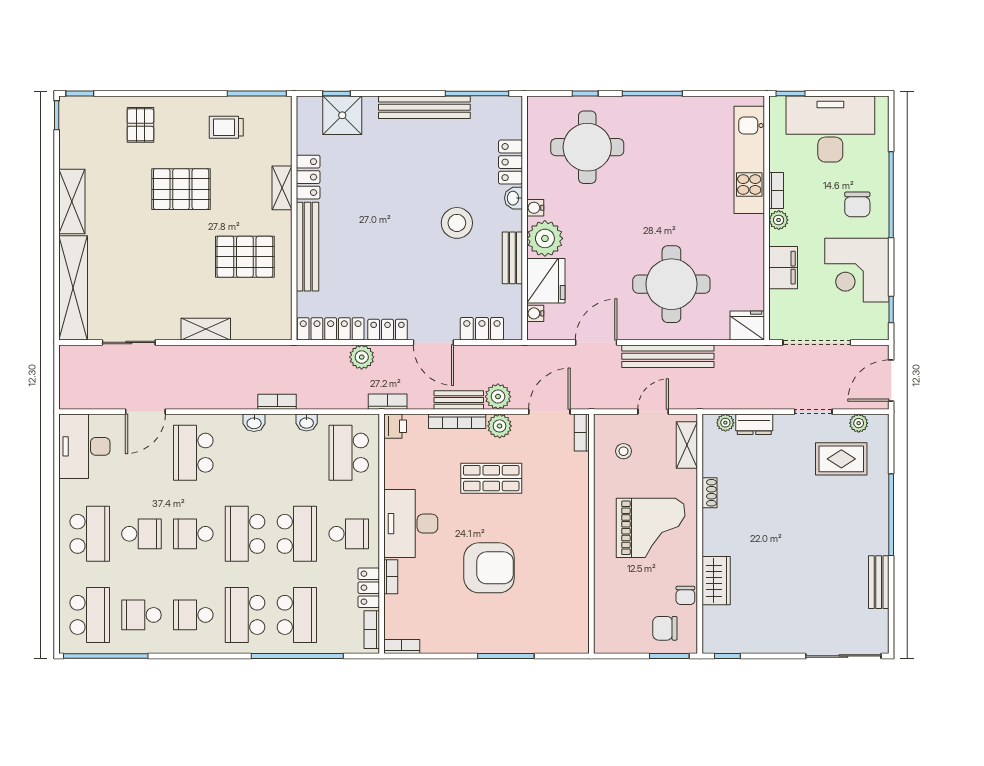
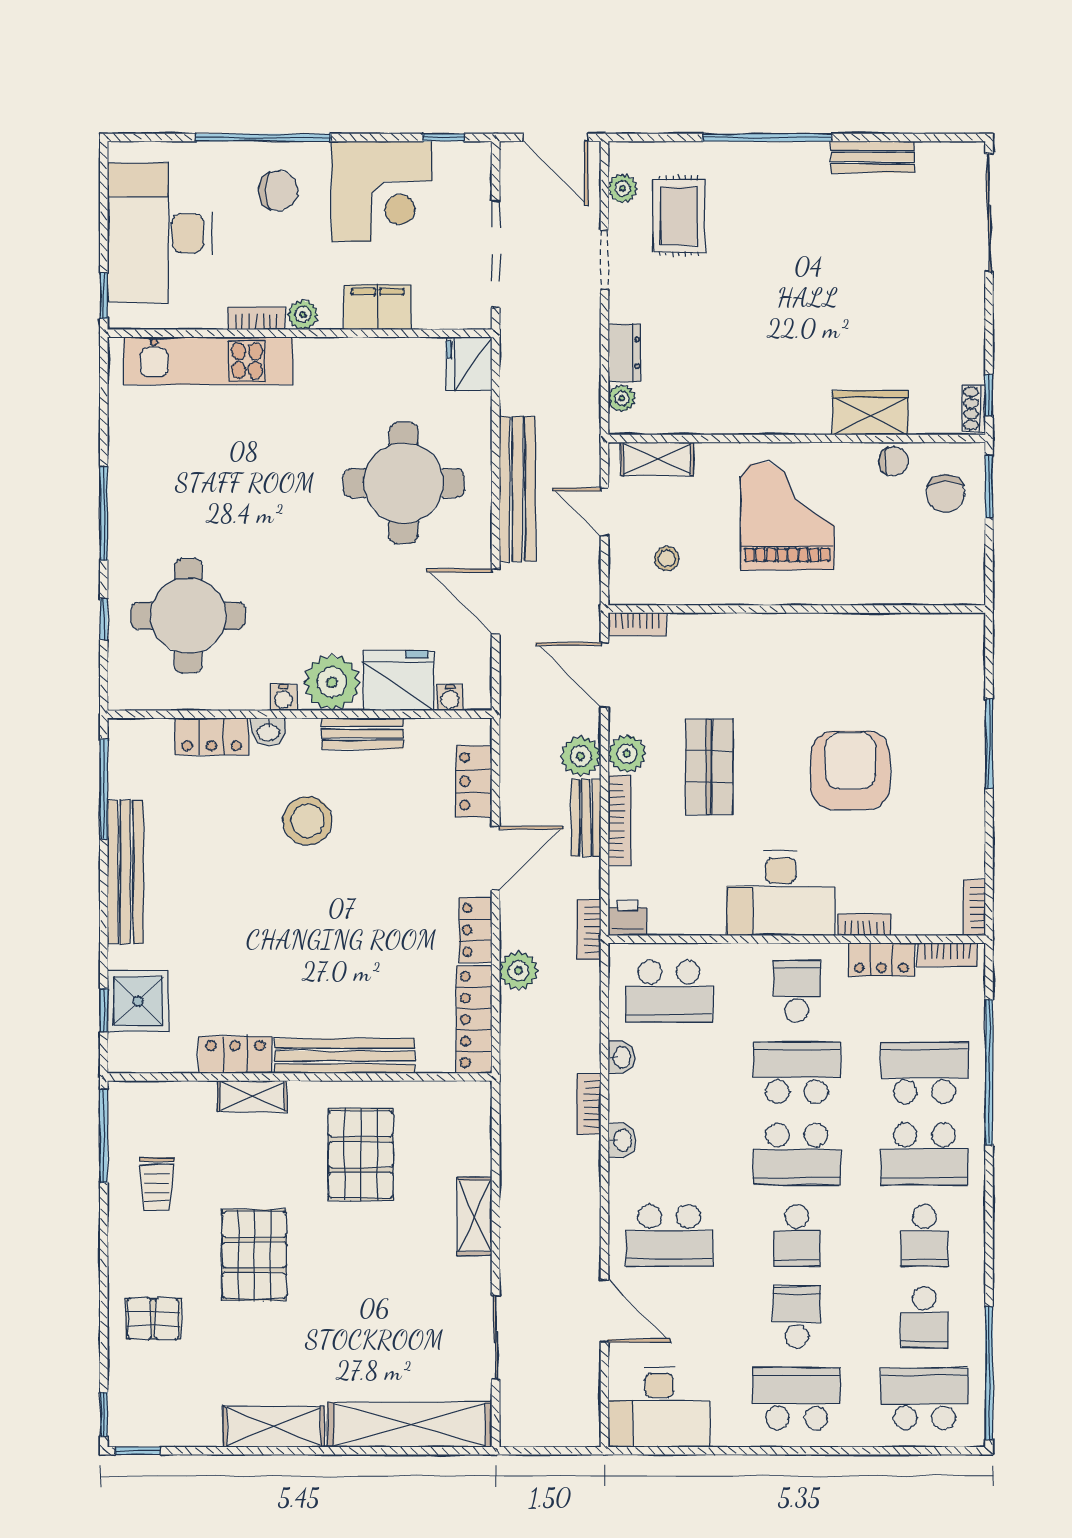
shoe rack: (709, 493) -> (974, 408), moved, turned -90

